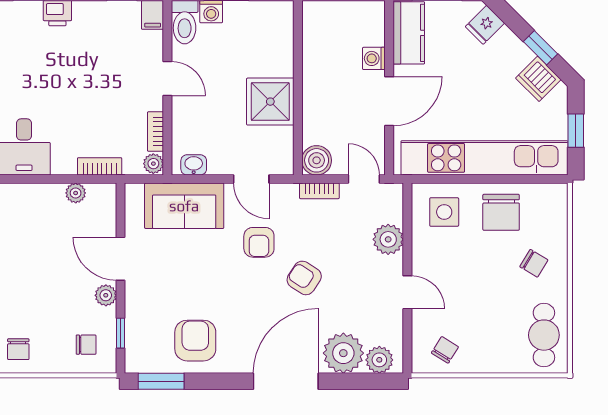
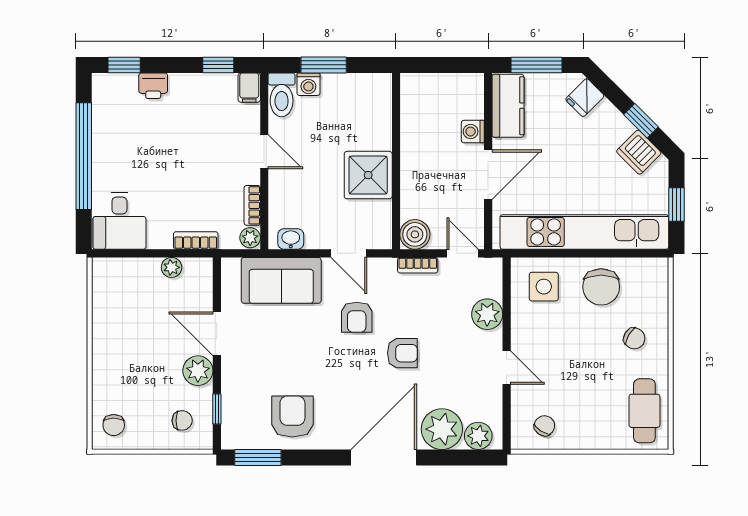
armchair: (304, 278) -> (402, 353), turned 147
plant: (106, 295) -> (198, 371), width x1.38, depth x1.38

